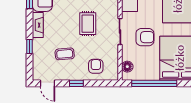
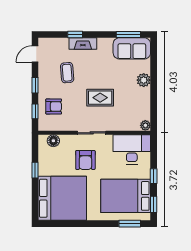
fireplace: (38, 25) -> (83, 43), moved
window: (100, 83) -> (35, 111), added
window: (154, 83) -> (35, 170), width x0.32

